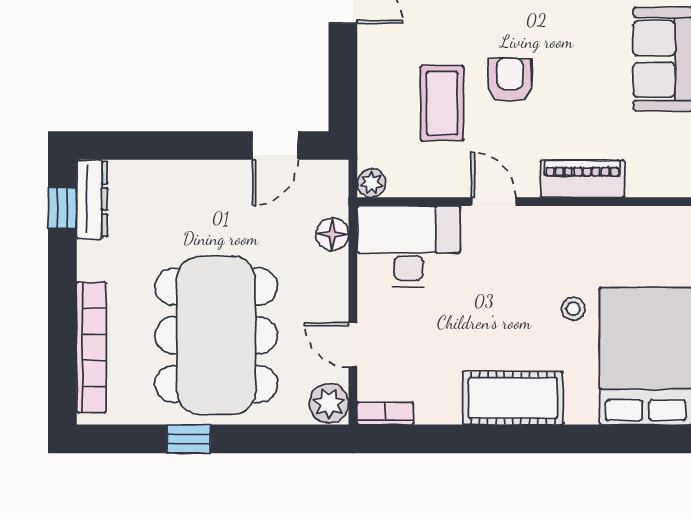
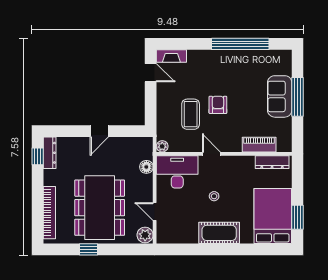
door: (275, 145) -> (99, 131), moved
piano: (582, 179) -> (259, 145), moved
dresser: (644, 222) -> (272, 162), added
stool: (573, 309) -> (214, 196), moved
bookcase: (385, 413) -> (168, 239), removed

